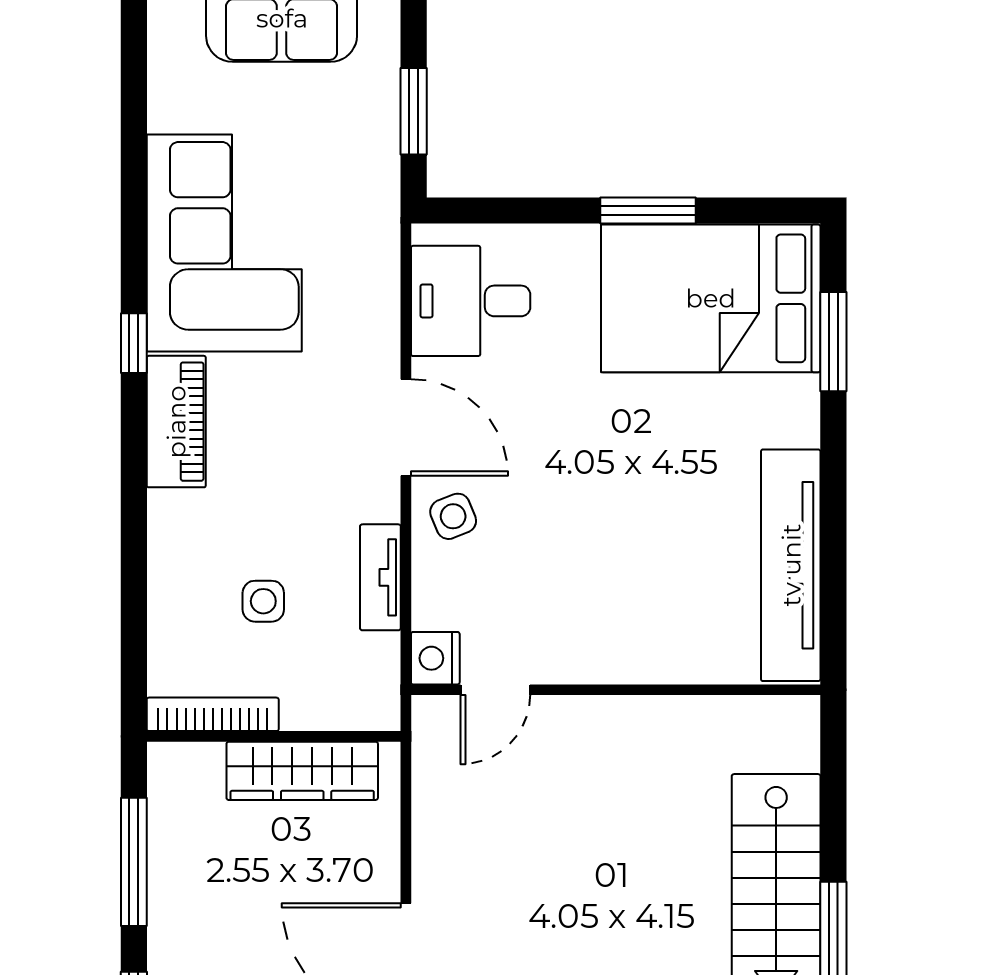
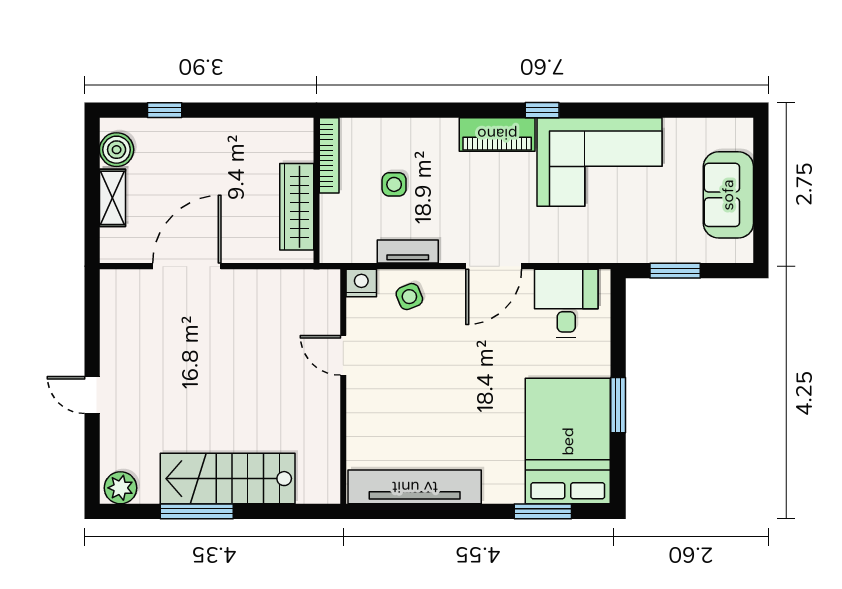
side table: (453, 516) -> (409, 297), moved
door: (495, 690) -> (343, 355), moved
window: (134, 862) -> (245, 110), removed

